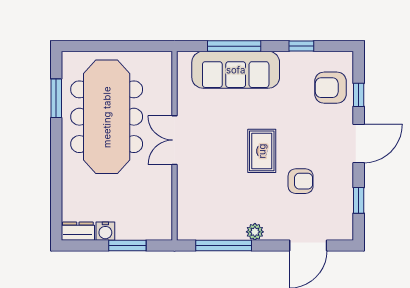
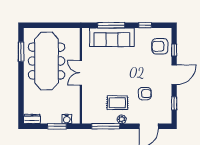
rug: (262, 151) -> (117, 103), moved, turned 90
water cooler: (105, 231) -> (67, 119), moved

